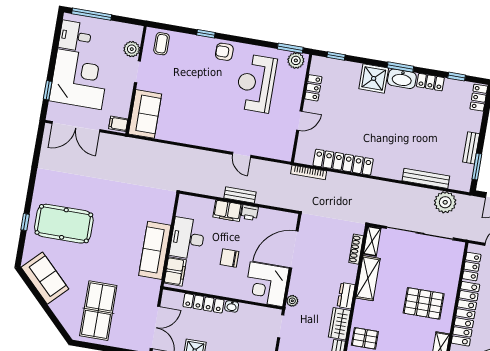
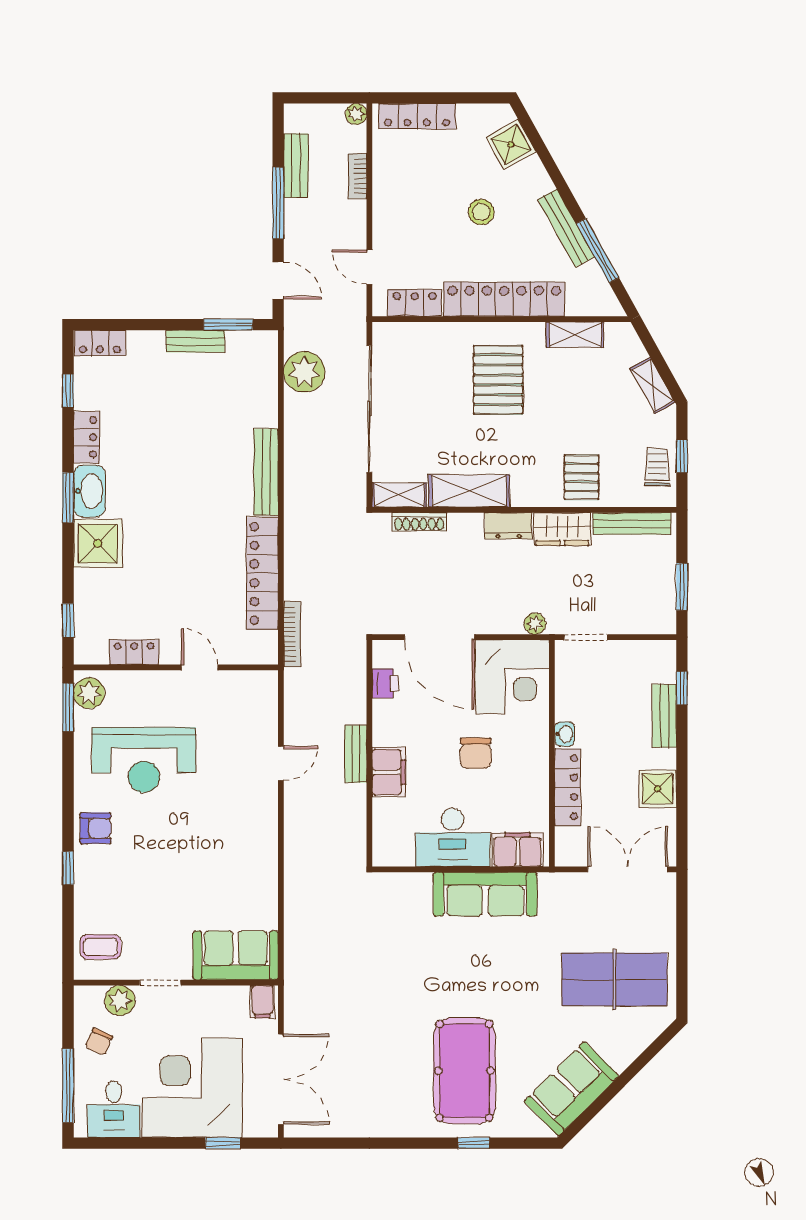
chair: (112, 34) -> (99, 1042), added
armchair: (224, 52) -> (96, 828), turned -90
bench: (426, 178) -> (266, 472), moved
printer: (250, 213) -> (385, 683), moved

